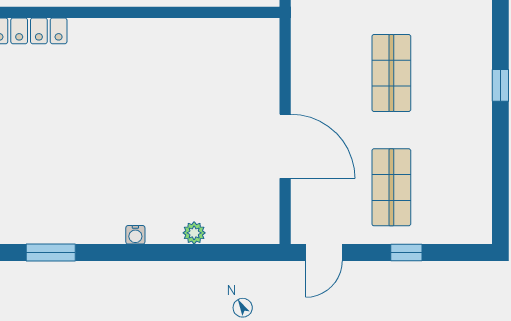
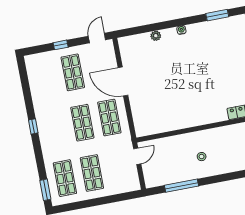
shop shelf: (330, 73) -> (109, 118), added

